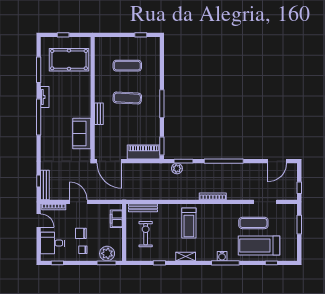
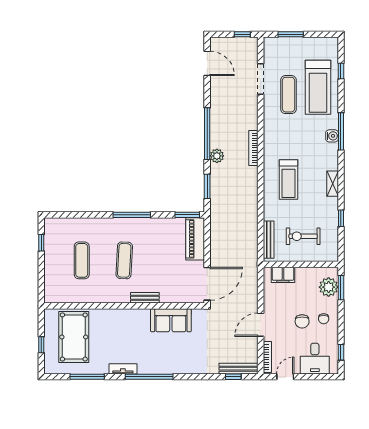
plant: (177, 168) -> (217, 156), moved
treadmill: (189, 223) -> (288, 179), turned 90

